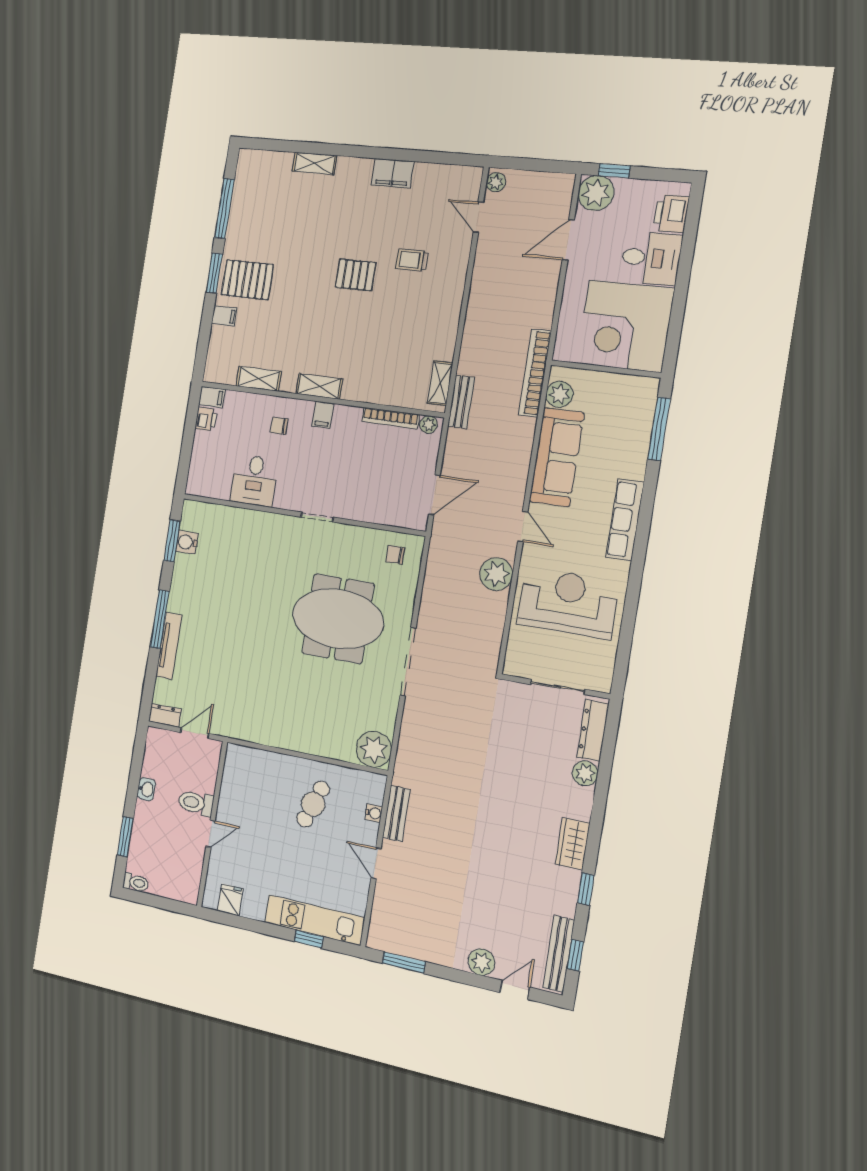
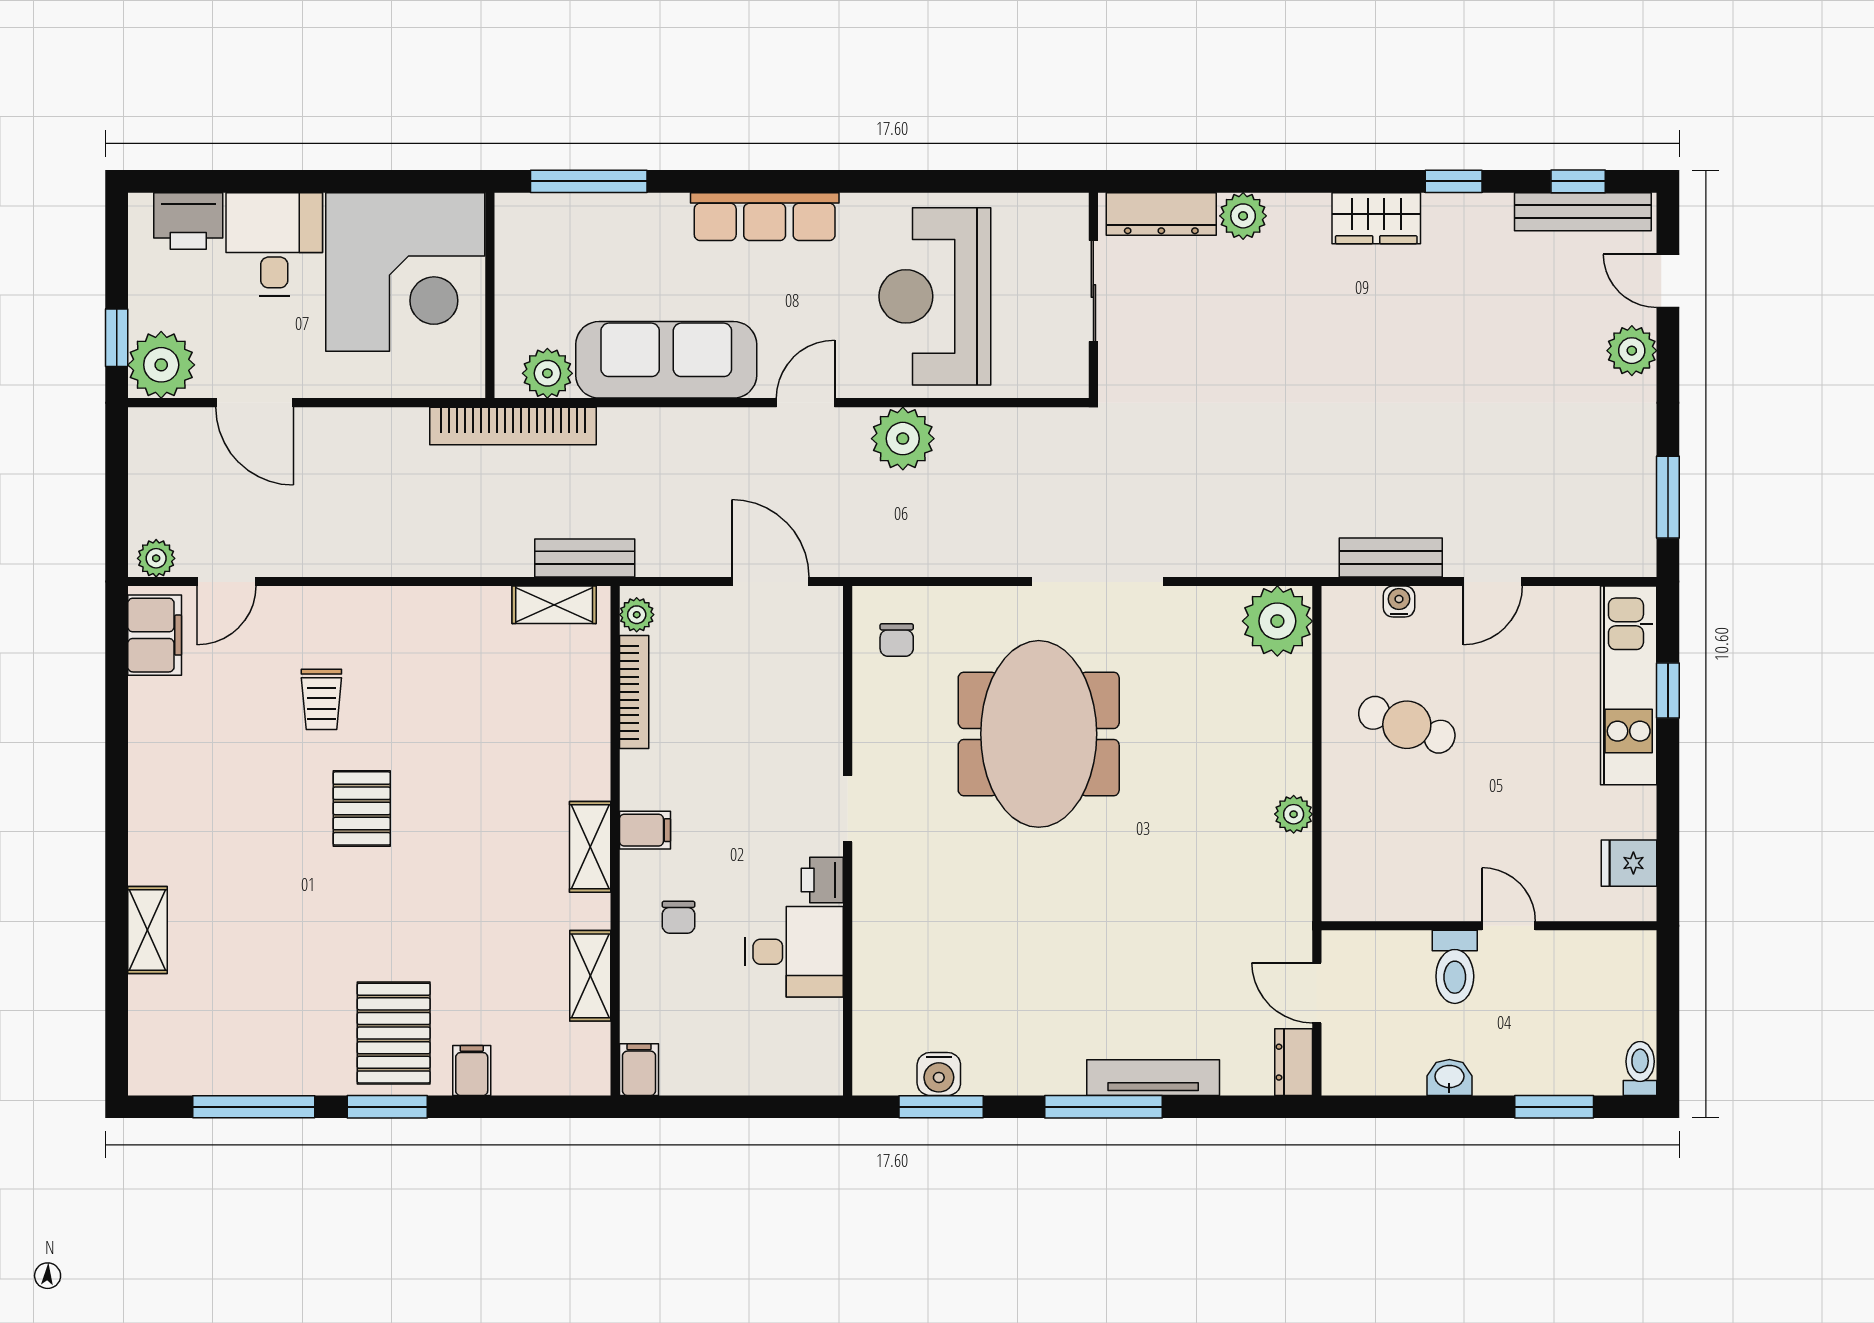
filing cabinet: (393, 173) -> (155, 635), moved
printer: (206, 419) -> (822, 880), moved, turned -90
plant: (279, 739) -> (1294, 814), added

